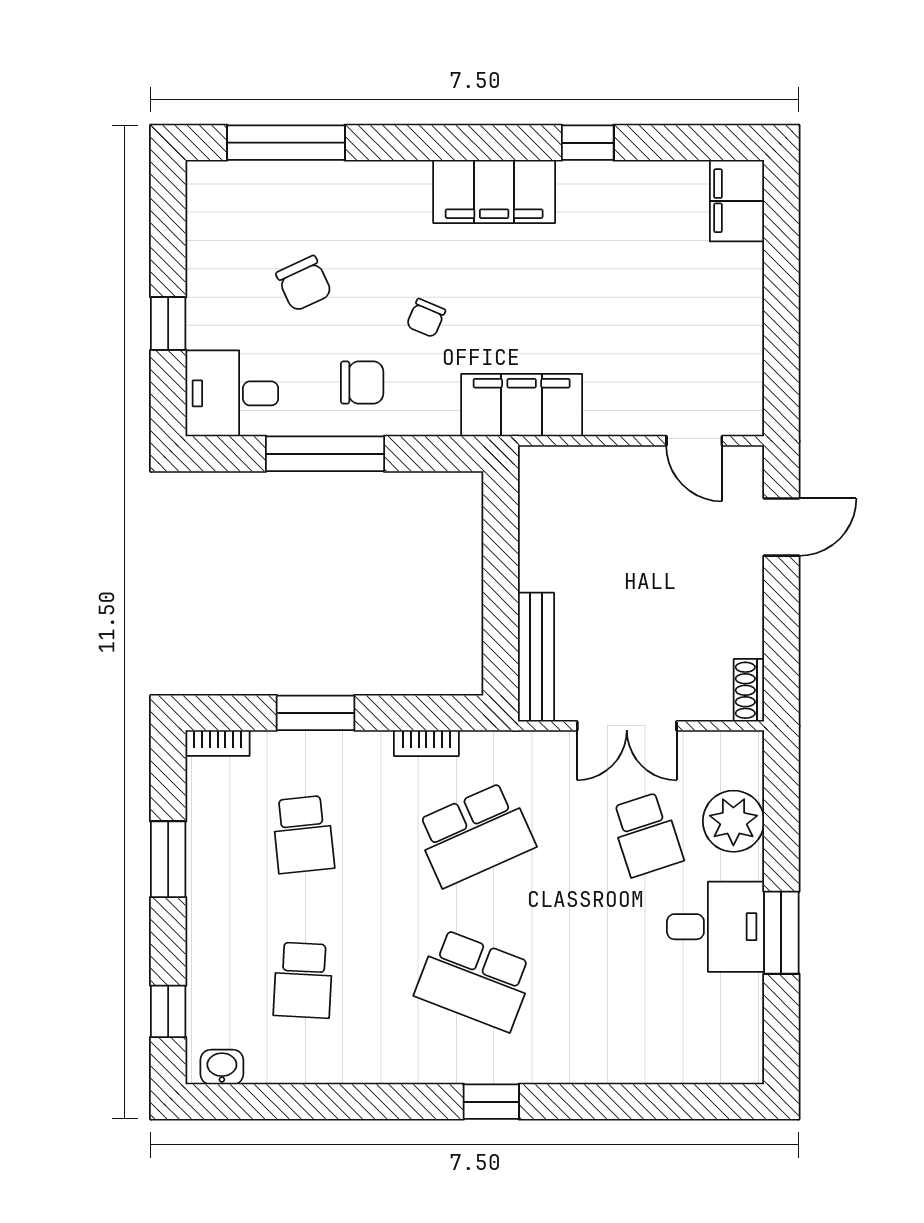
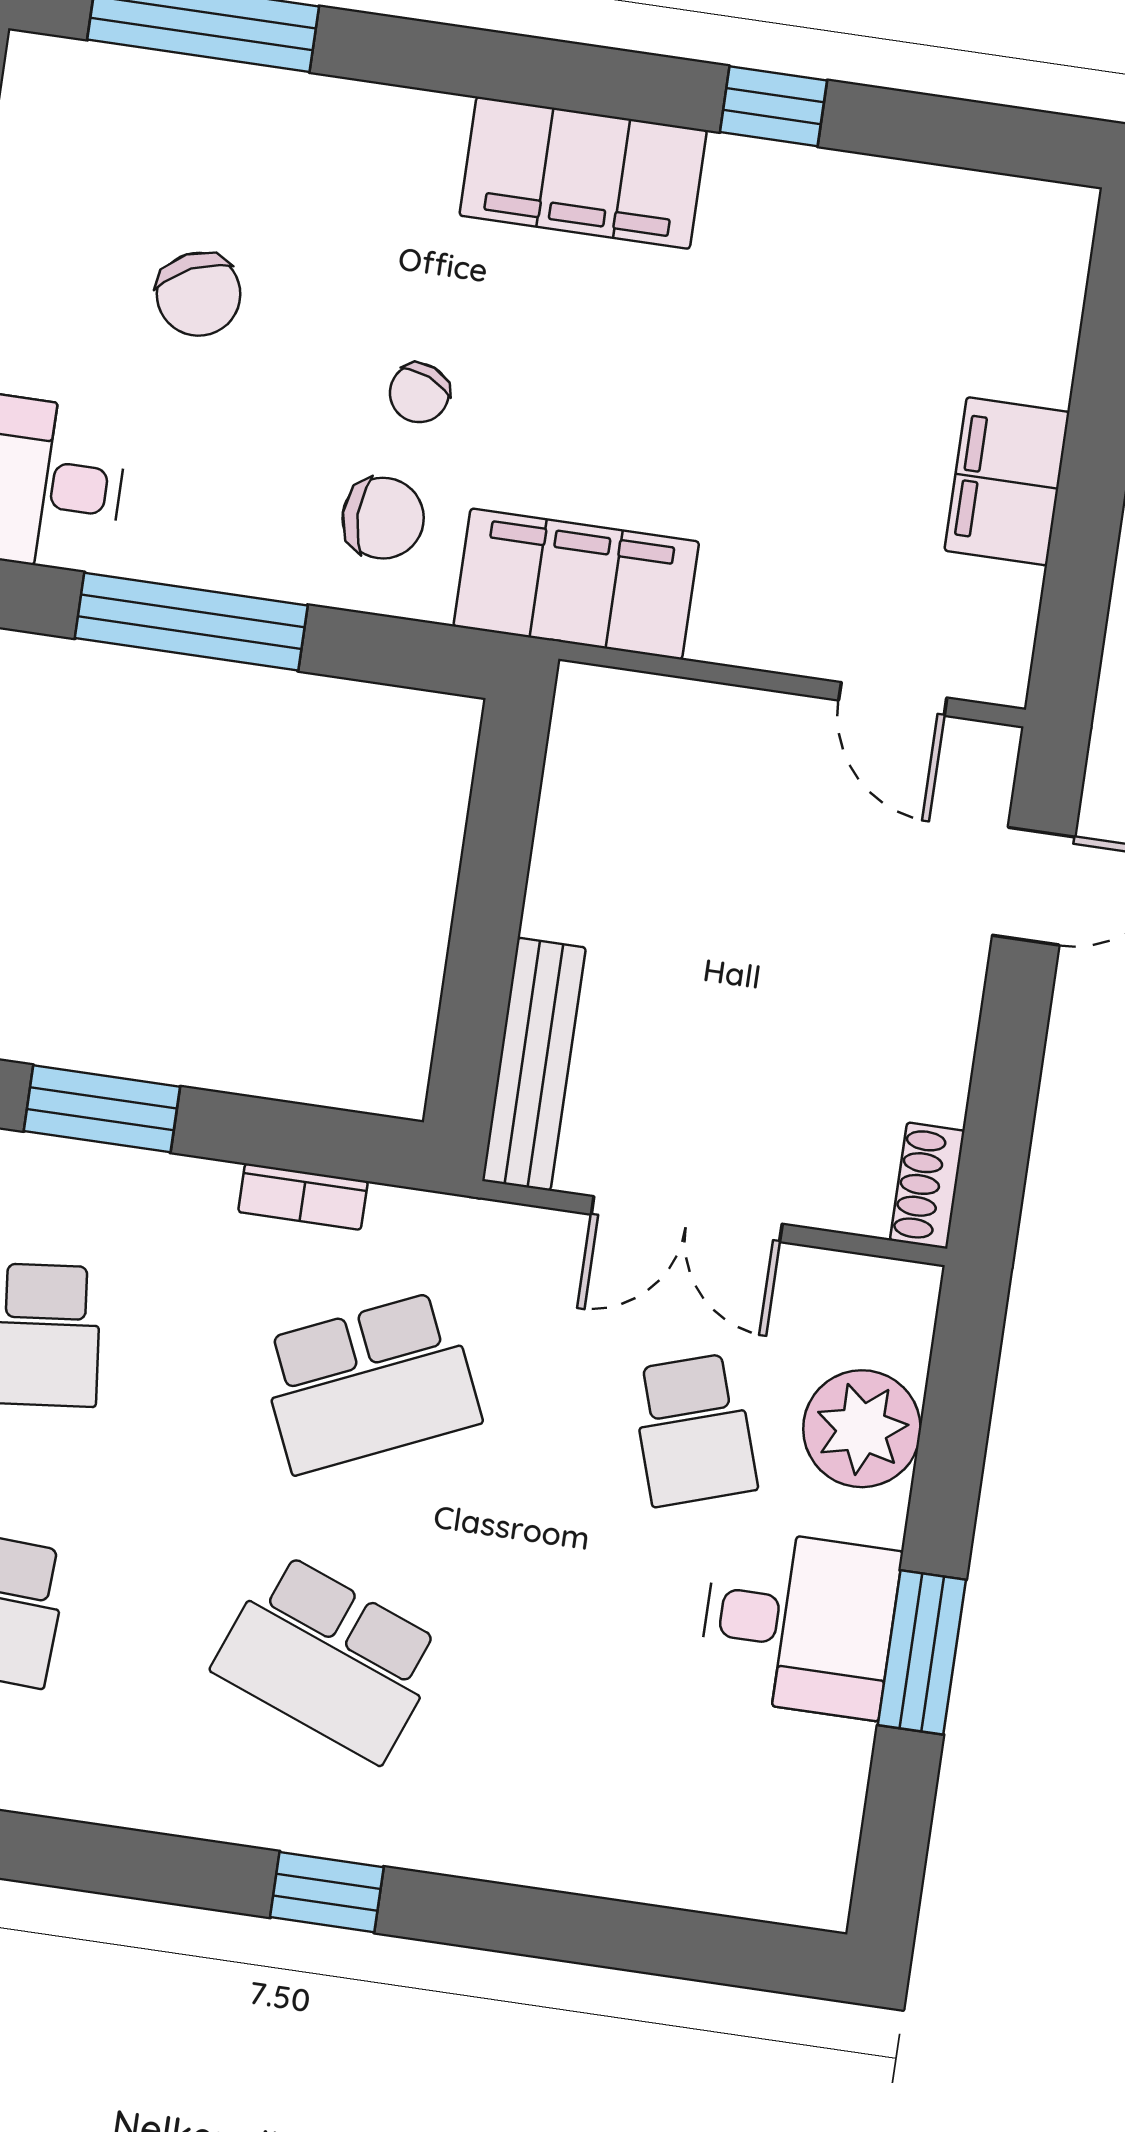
filing cabinet: (737, 201) -> (1007, 481), moved
chair: (362, 382) -> (383, 518), moved

